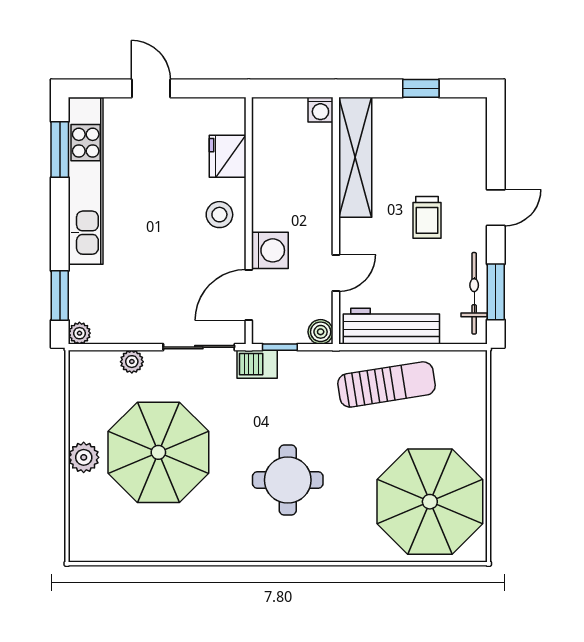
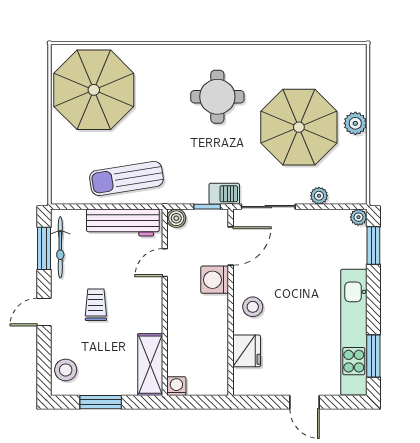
window: (421, 88) -> (101, 402), width x1.50
stool: (467, 131) -> (66, 370), added
shelving: (355, 157) -> (150, 365), width x0.68
round table: (288, 480) -> (217, 97), moved

